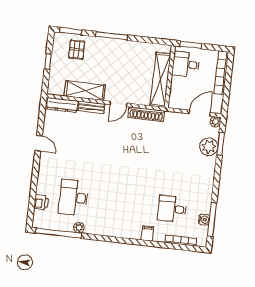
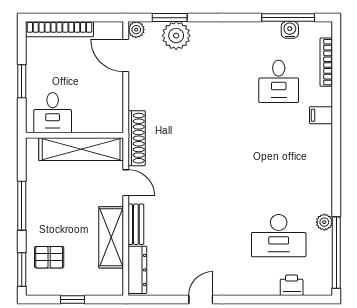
desk: (186, 64) -> (53, 113), moved
wall: (170, 77) -> (74, 135), moved
shelving: (160, 80) -> (81, 149), moved

